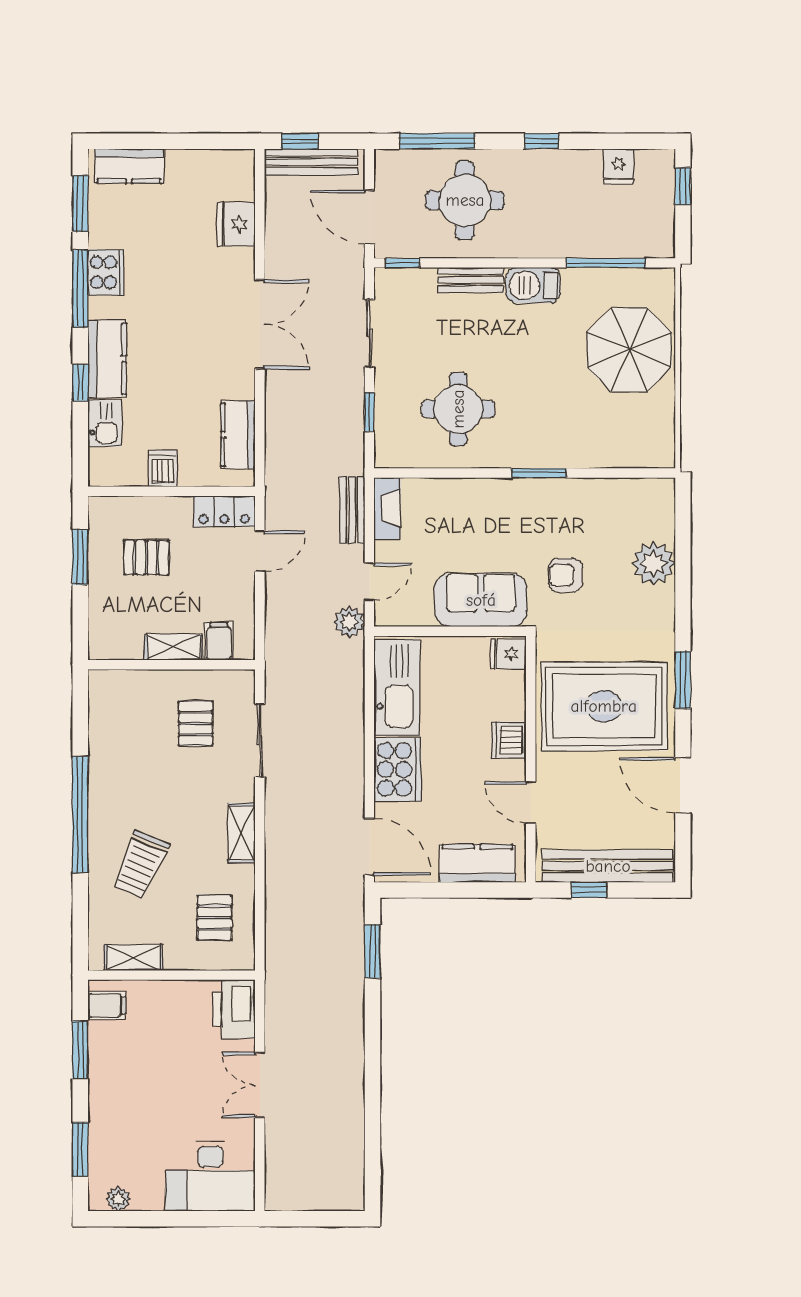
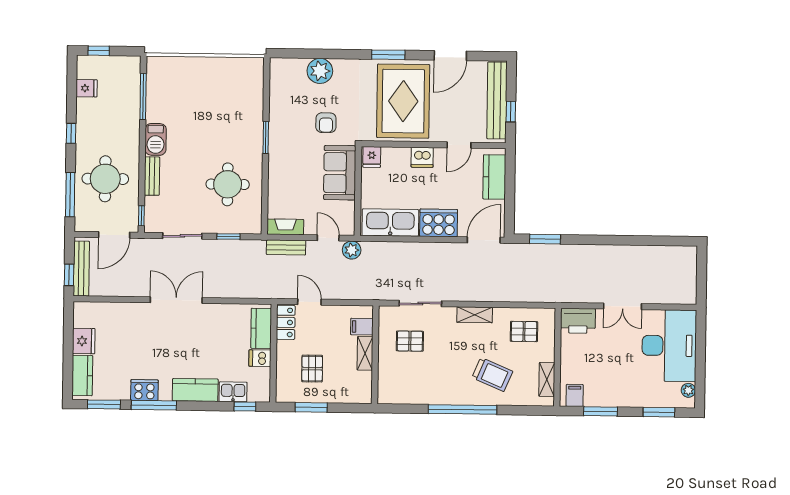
fridge: (236, 224) -> (84, 341), moved, turned -90
parasol: (629, 350) -> (194, 83), removed
window: (80, 383) -> (245, 406), moved
kitchen counter: (238, 435) -> (261, 328), moved, turned 90
desk: (210, 1176) -> (669, 346), width x1.36, depth x1.30

